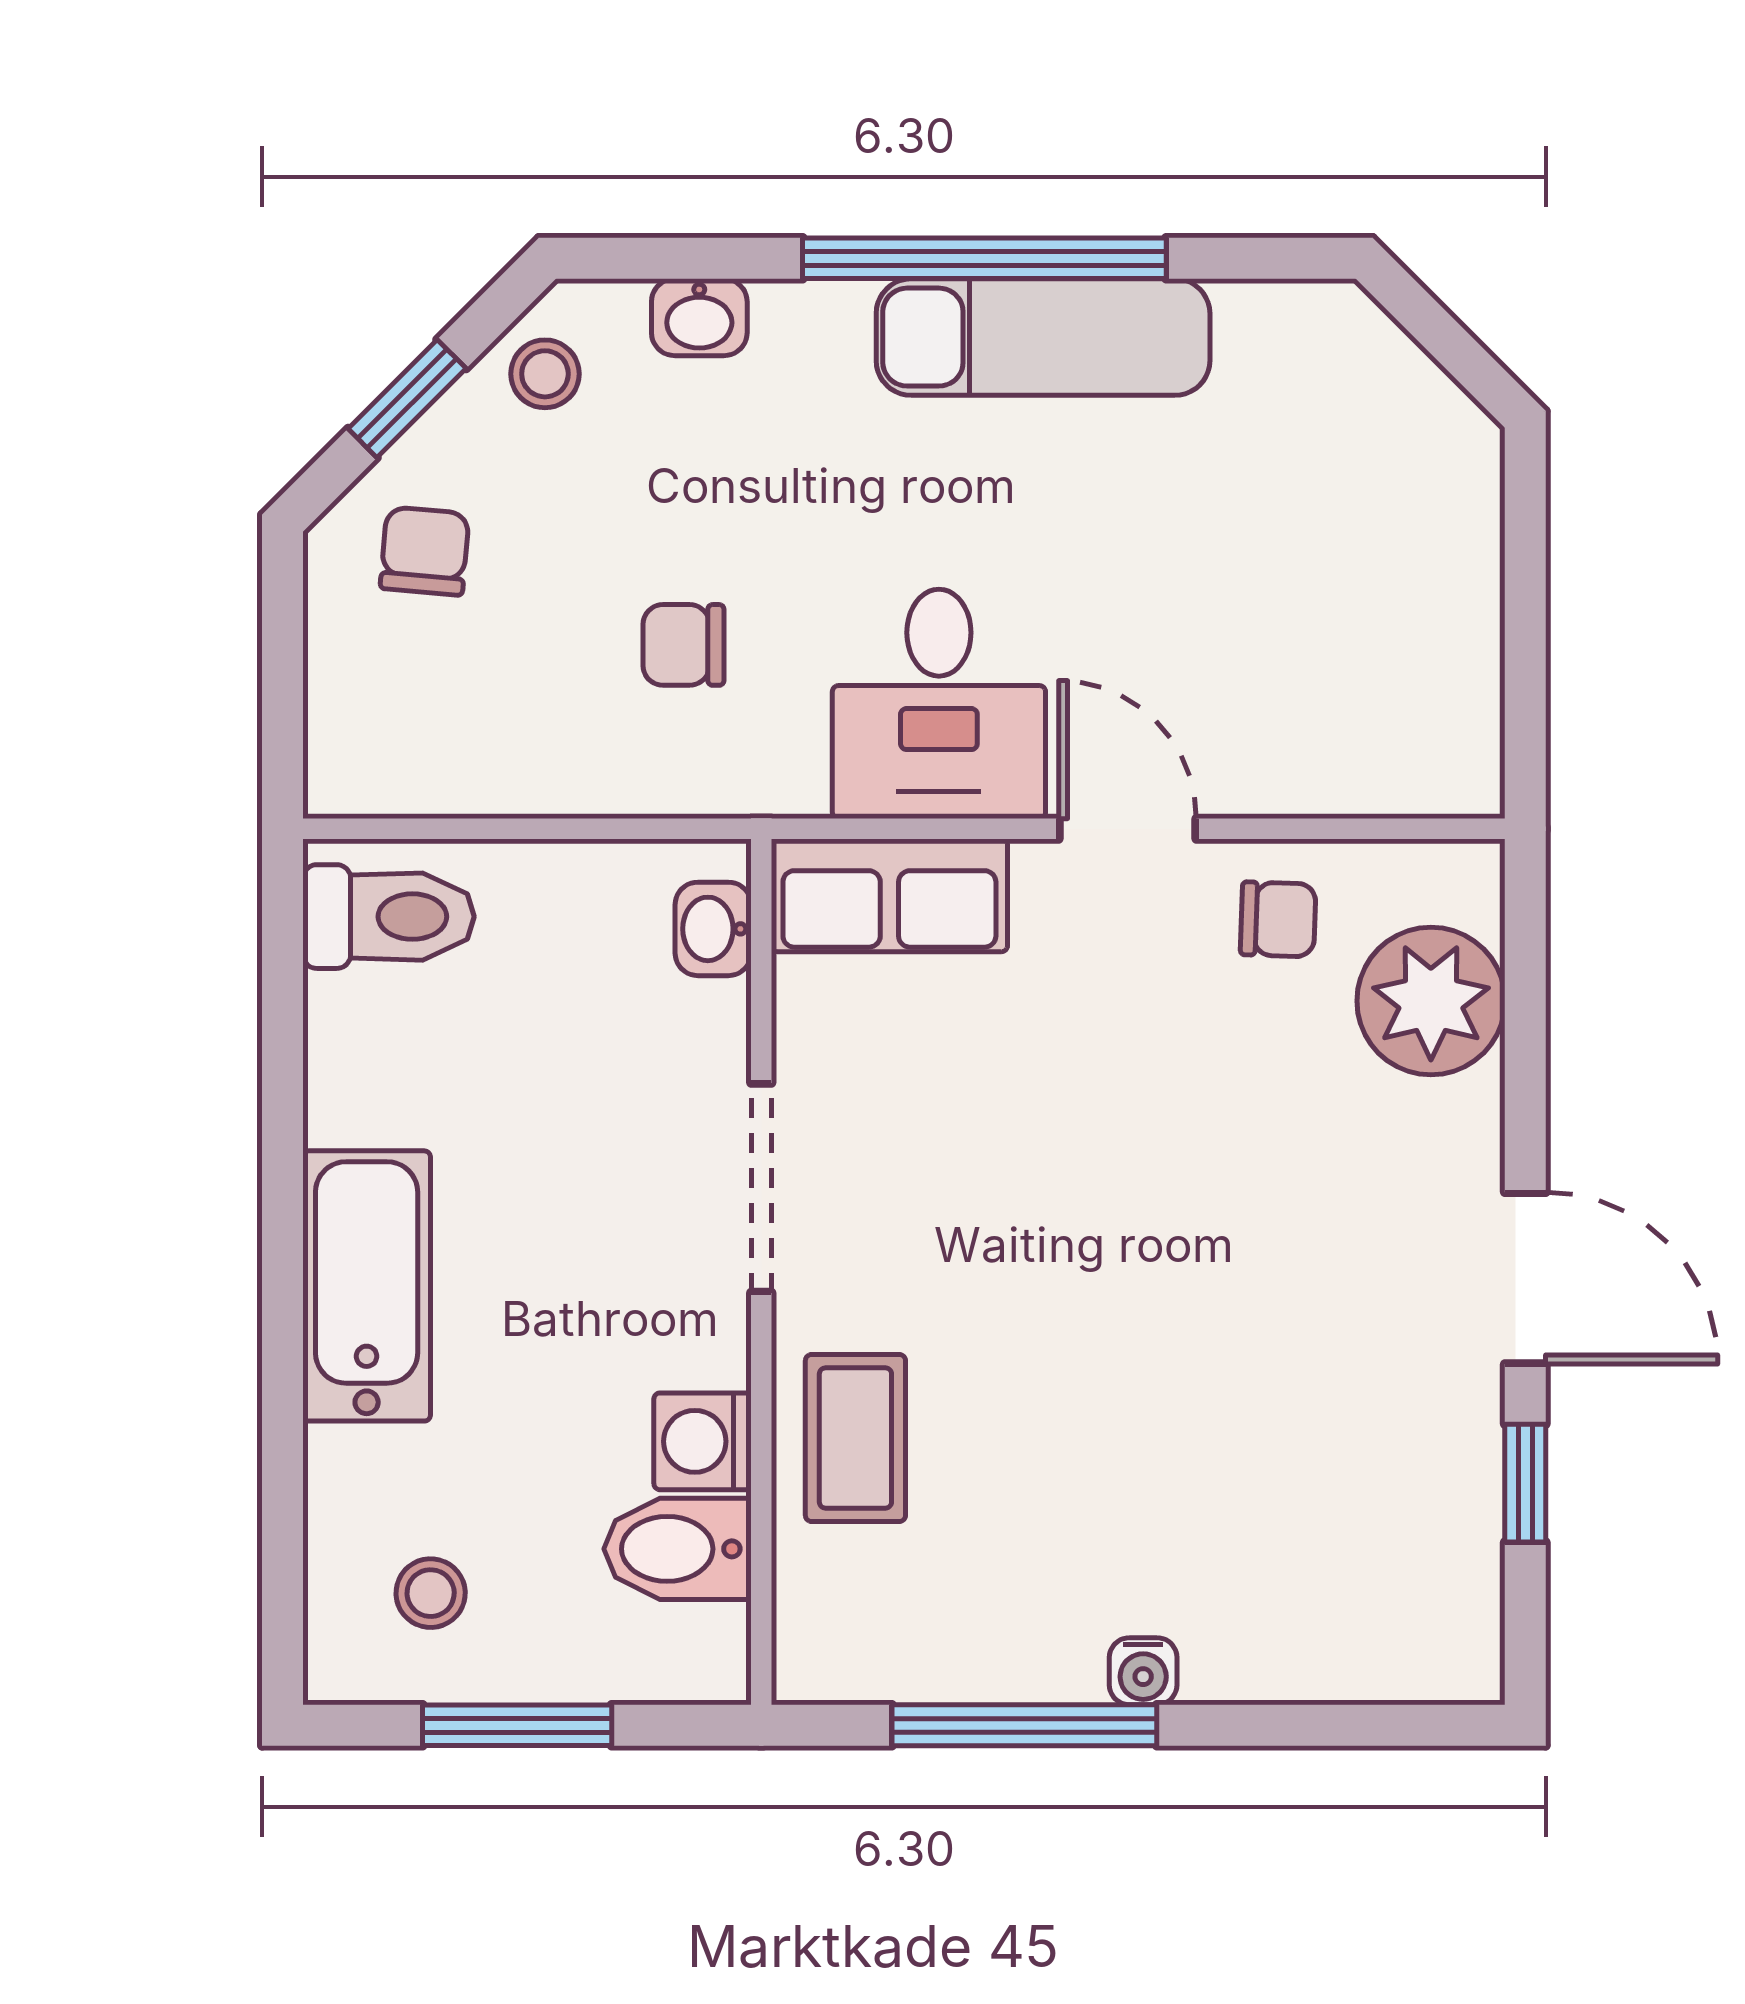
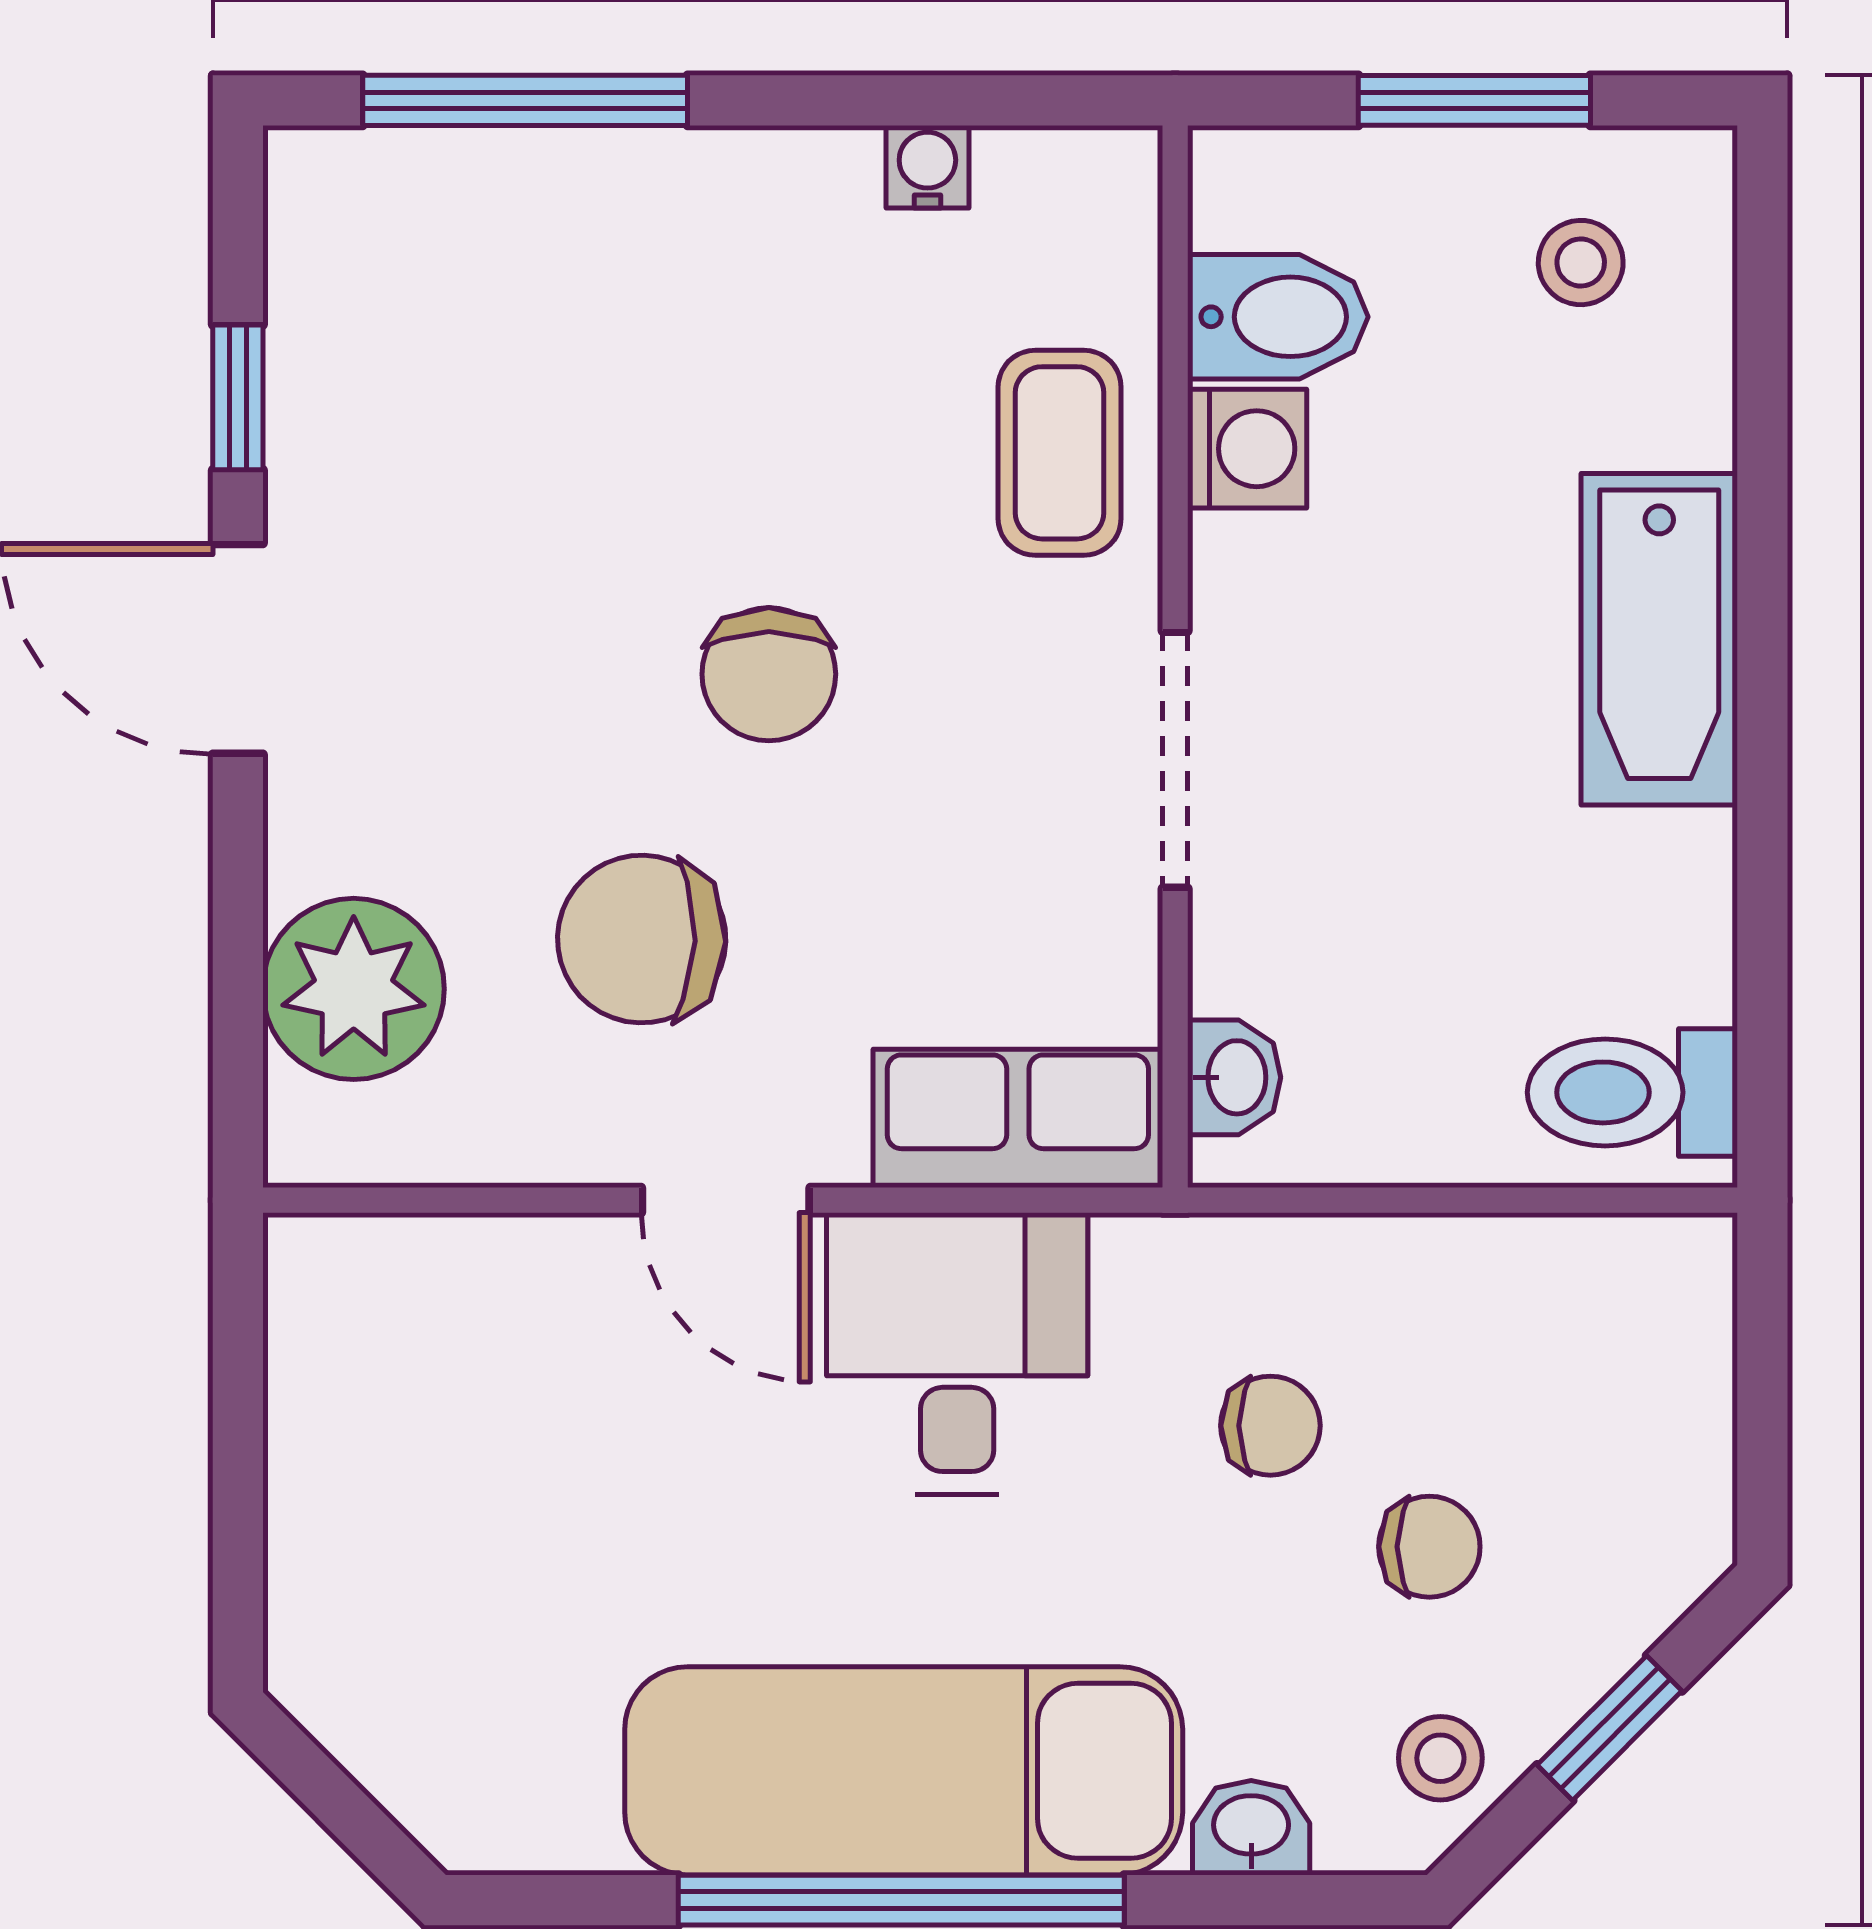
exam couch: (1043, 337) -> (904, 1771), width x1.36, depth x1.45
chair: (425, 551) -> (1429, 1547), moved, turned -95
chair: (1278, 919) -> (642, 939), moved, width x1.87, depth x1.87
chair: (1092, 1257) -> (769, 674), added
water cooler: (1143, 1671) -> (927, 167), moved
window: (1024, 1725) -> (525, 100), moved

